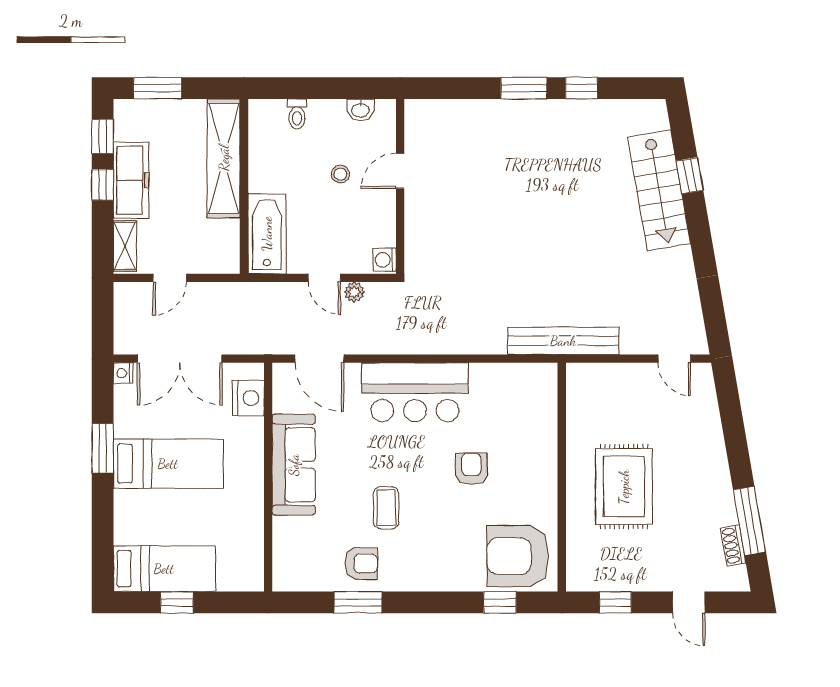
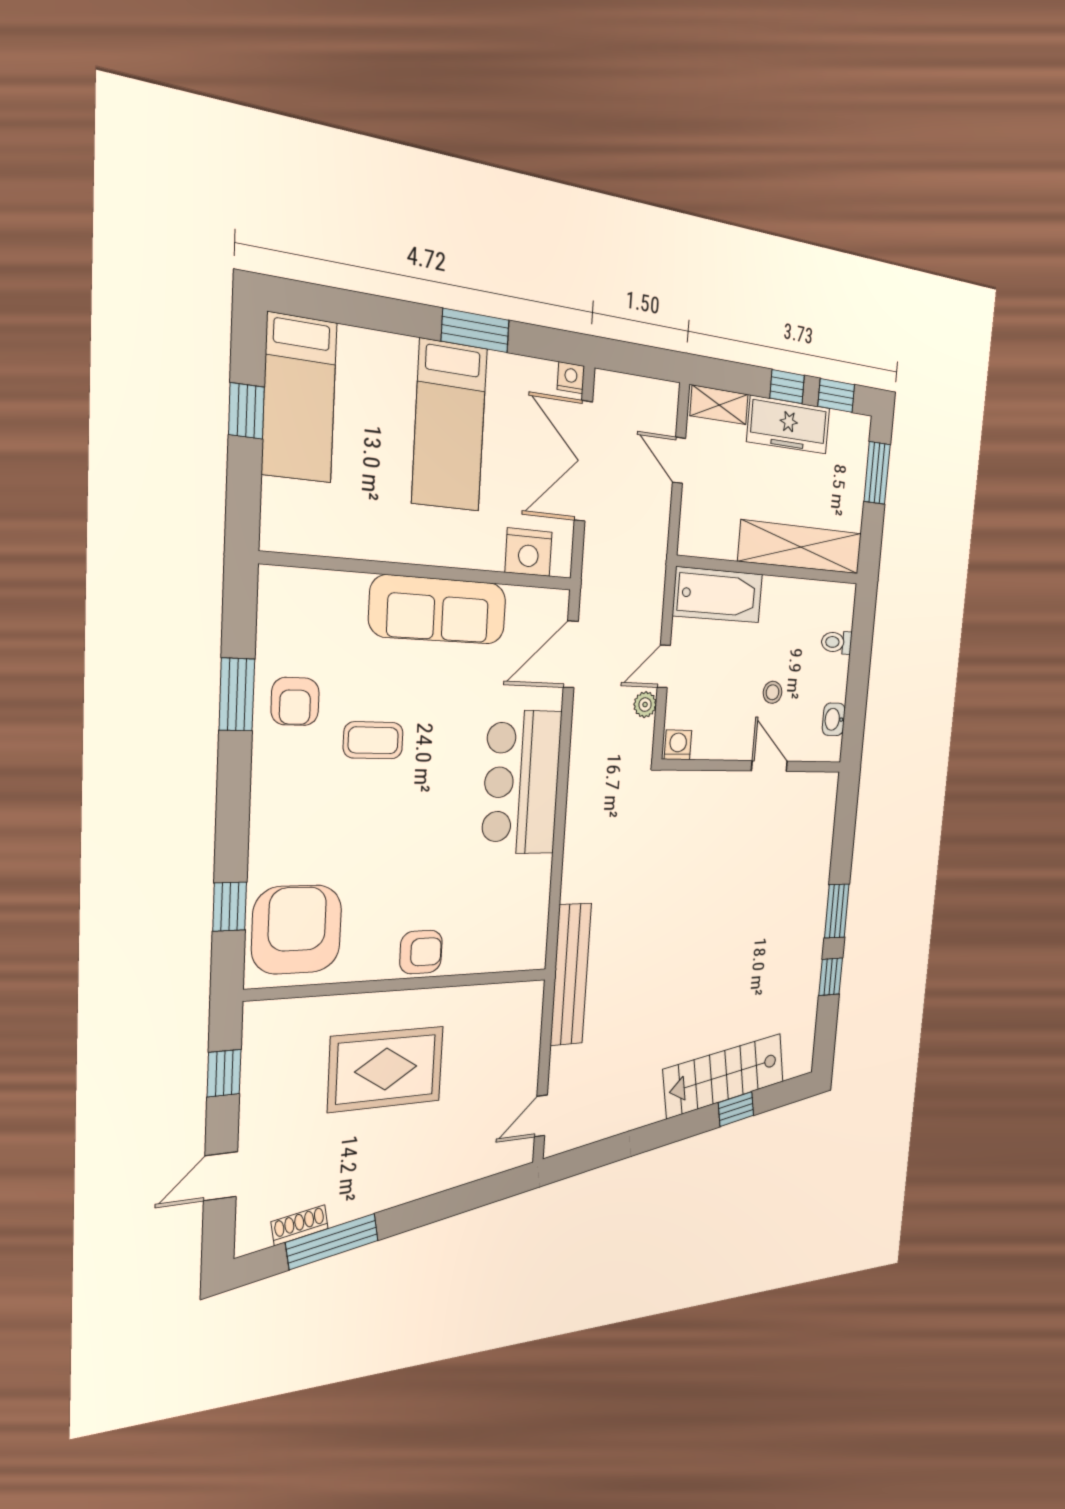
armchair: (471, 469) -> (421, 952), moved

